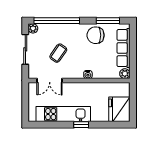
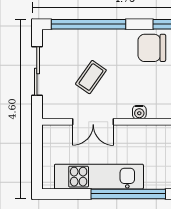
plant: (33, 28) -> (50, 37), removed
double door: (50, 80) -> (93, 122), moved
window: (81, 125) -> (128, 194), width x3.17

